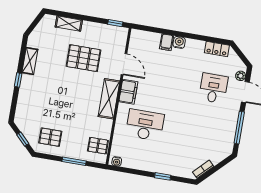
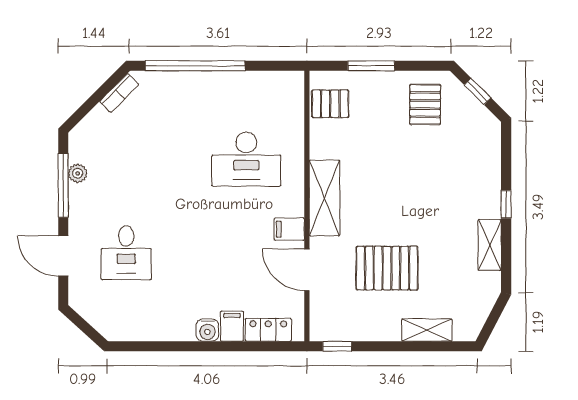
locker: (217, 49) -> (268, 330), moved
plant: (241, 76) -> (78, 173), moved
filing cabinet: (128, 92) -> (289, 229), width x0.50
pallet: (50, 137) -> (425, 105), turned 90
water cooler: (117, 161) -> (289, 80), removed
window: (163, 176) -> (195, 66), width x3.17

